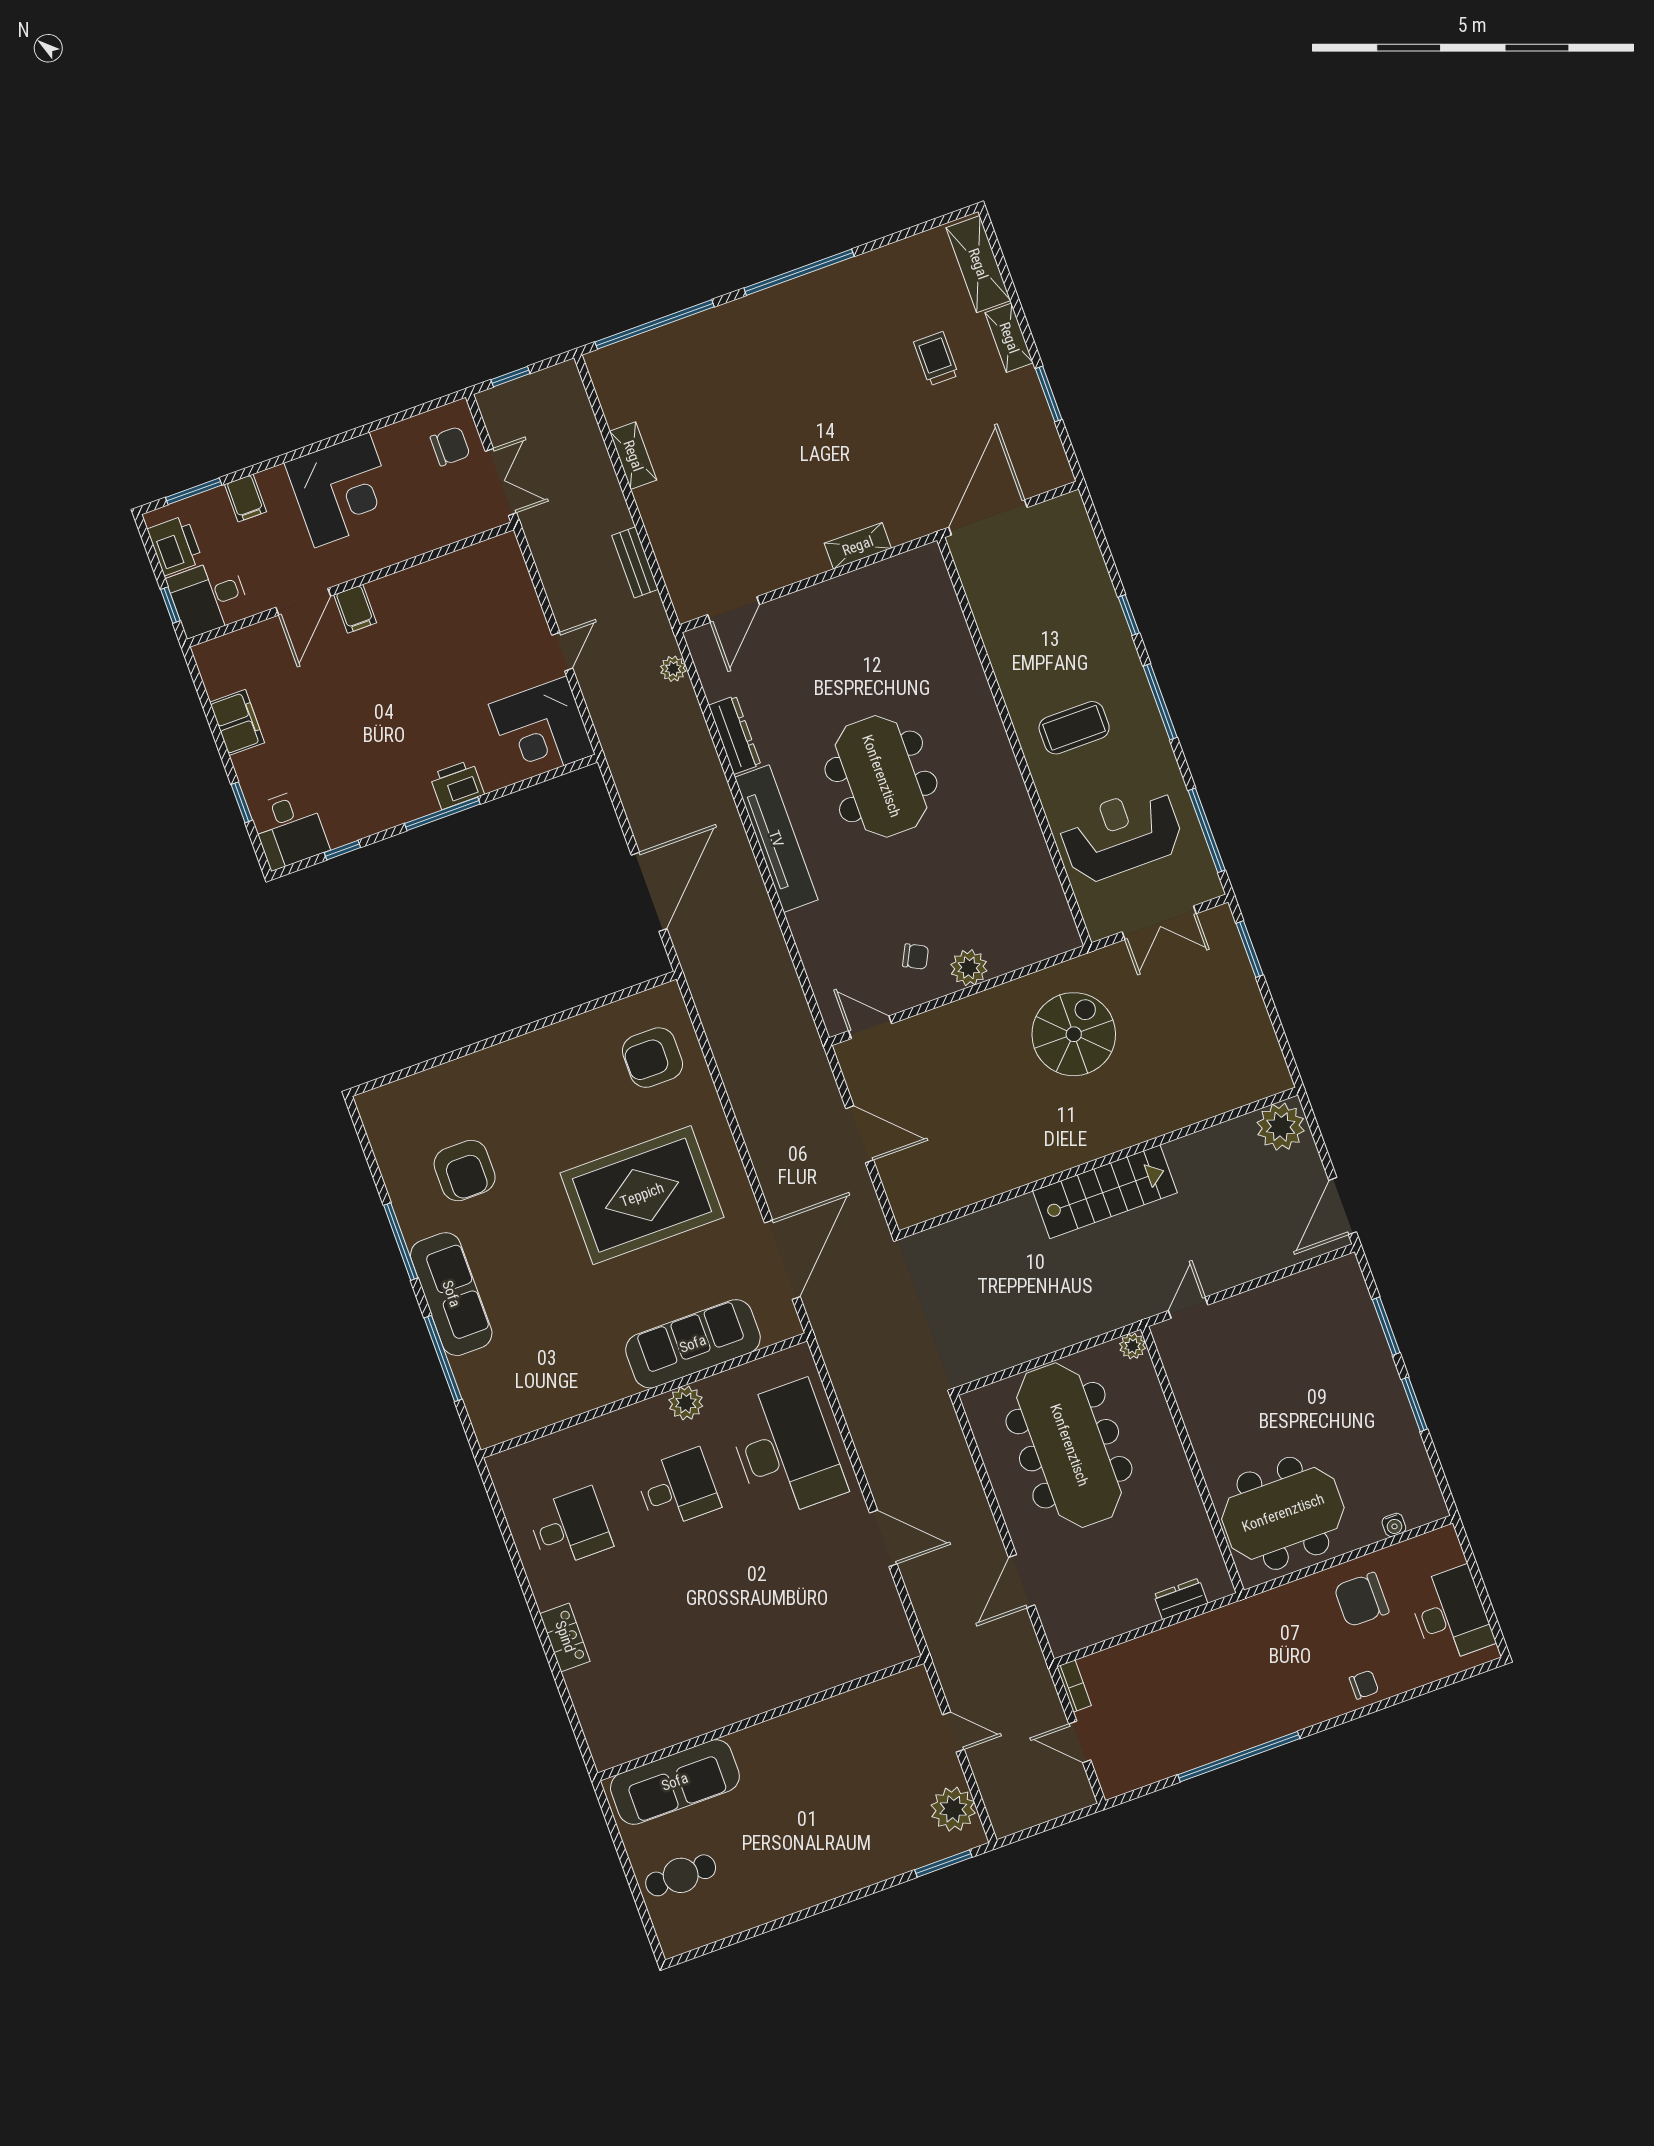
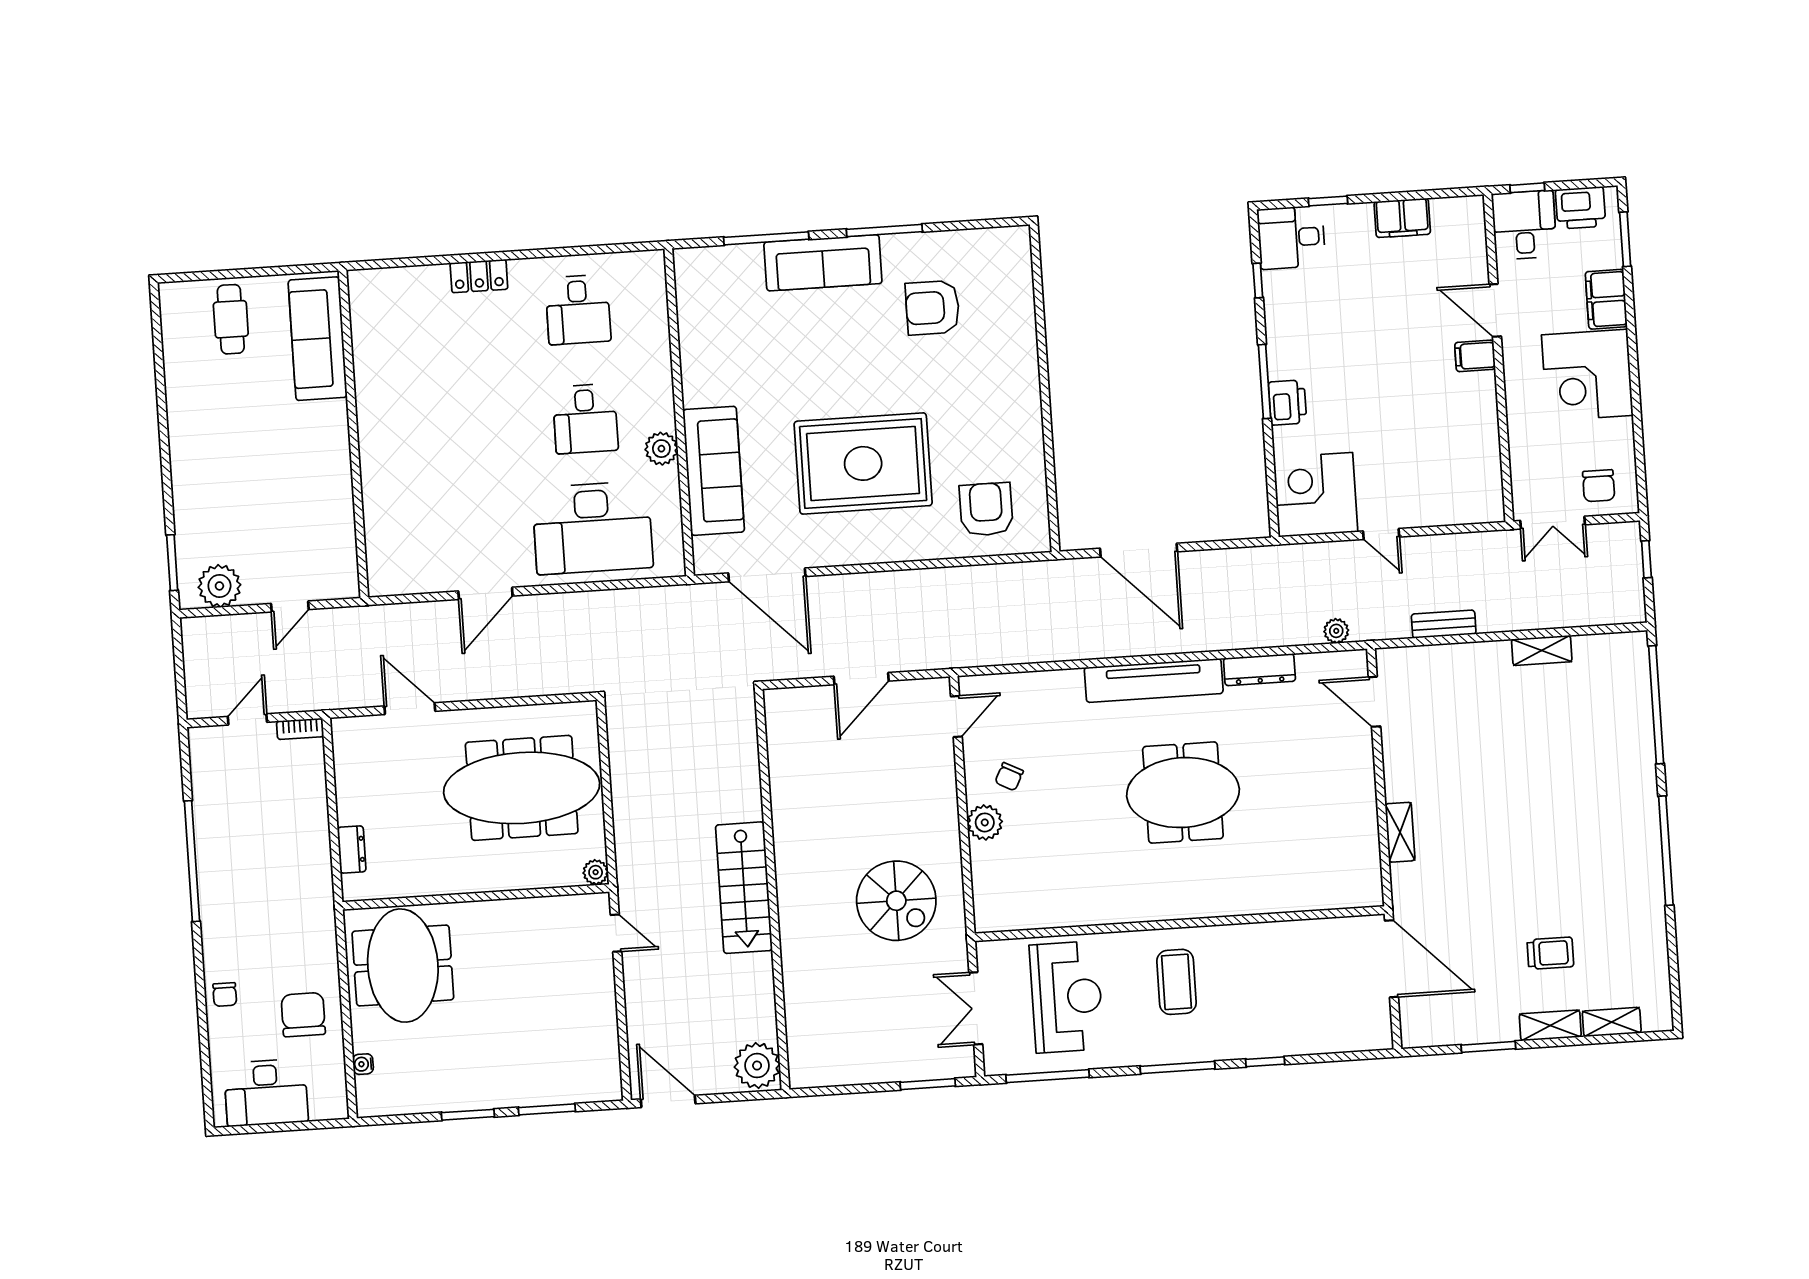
shelving: (978, 264) -> (1612, 1022), width x0.67, depth x0.75
filing cabinet: (246, 498) -> (1606, 299), width x2.00
rug: (642, 1195) -> (863, 463), turned 90

